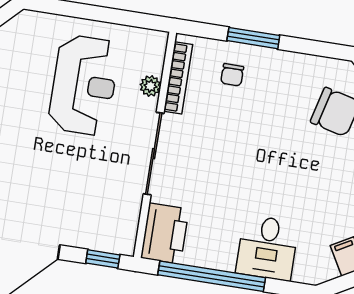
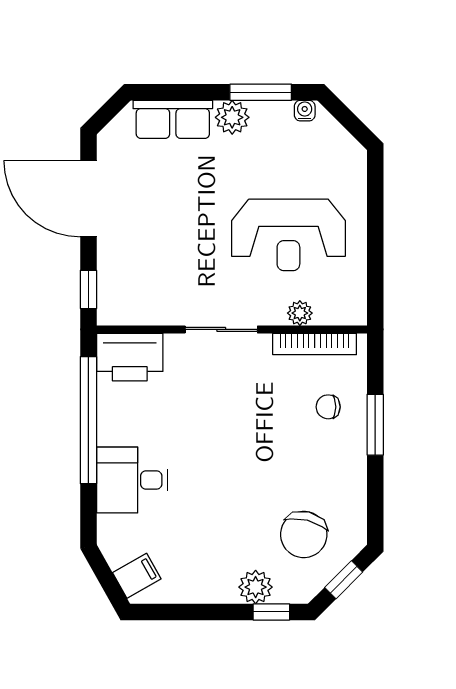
sliding door: (154, 154) -> (221, 329), width x0.73

